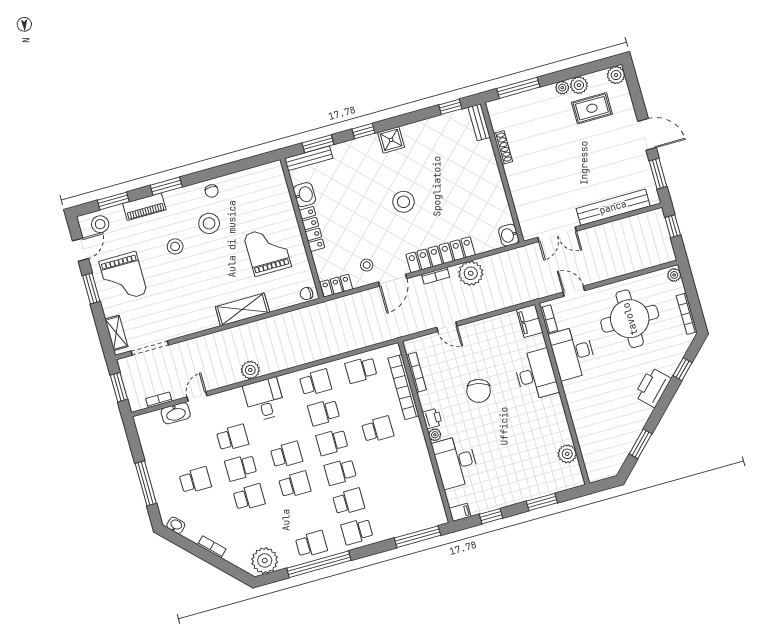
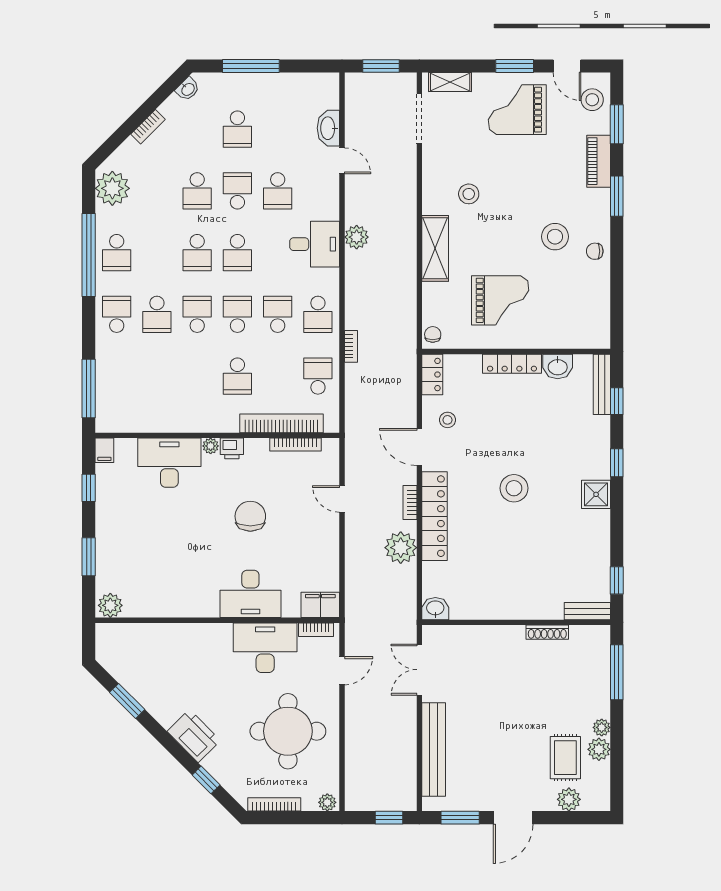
plant: (616, 75) -> (569, 799), moved
window: (318, 144) -> (617, 401), width x0.67
stool: (175, 246) -> (469, 194), moved
door: (447, 327) -> (342, 499), hinge flipped
chair: (479, 391) -> (250, 516), turned 76
bookcase: (159, 400) -> (351, 346), moved
plant: (567, 454) -> (110, 605), moved

